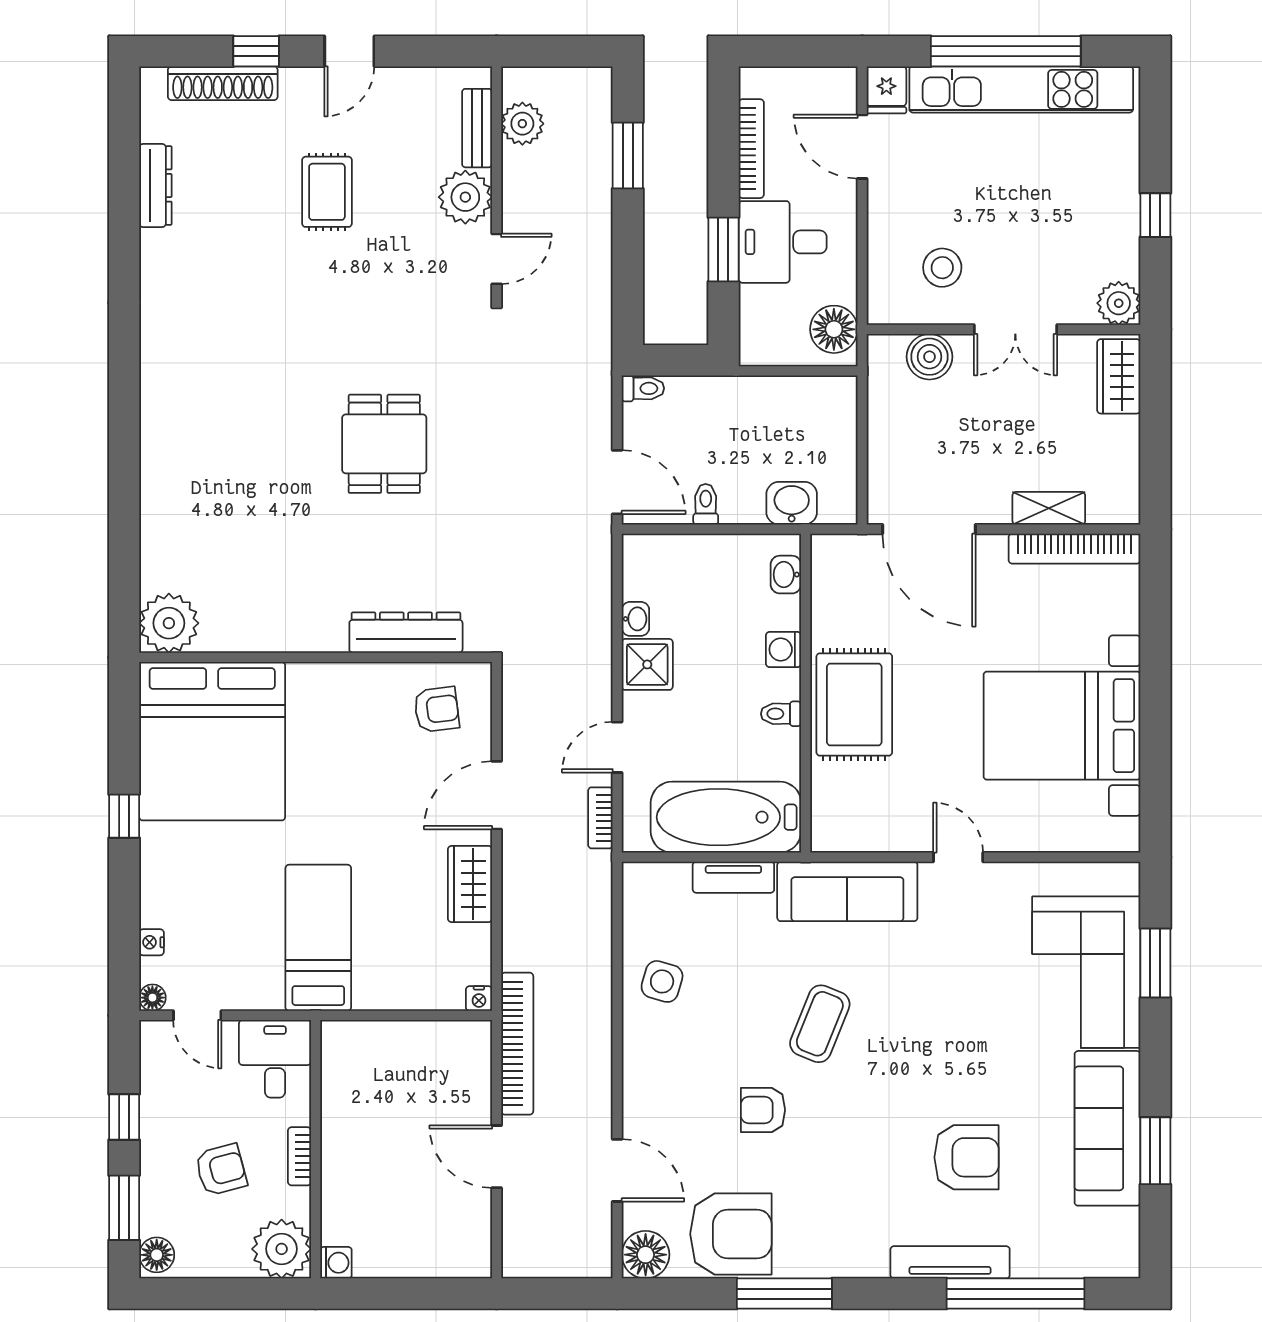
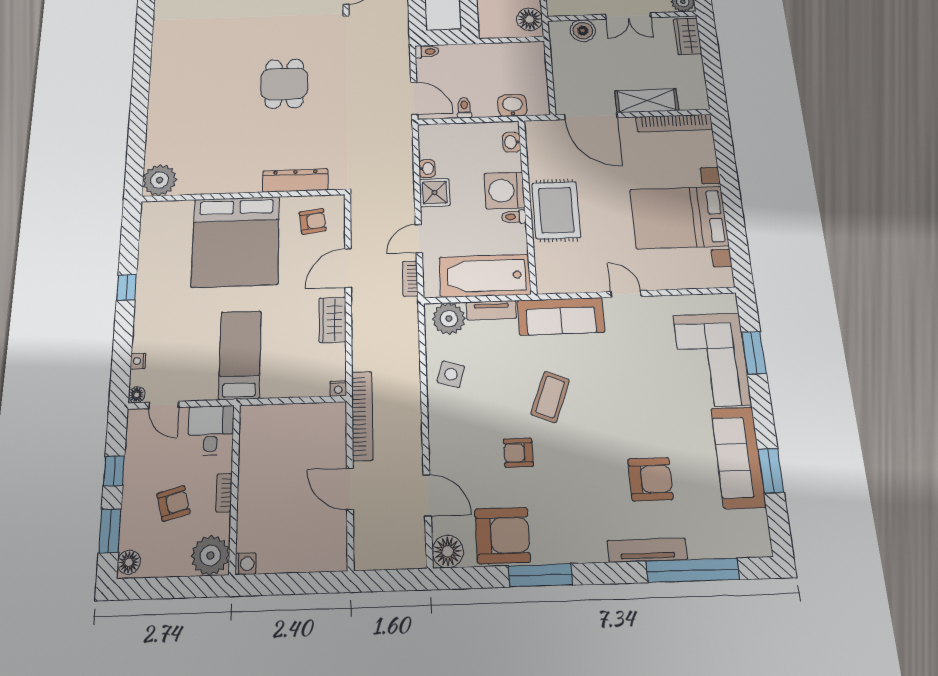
shelving: (1049, 508) -> (647, 101), width x1.50, depth x1.33
washing machine: (783, 649) -> (504, 191), width x1.89, depth x1.89
bed: (212, 741) -> (236, 242), moved
plant: (662, 889) -> (449, 319), added

